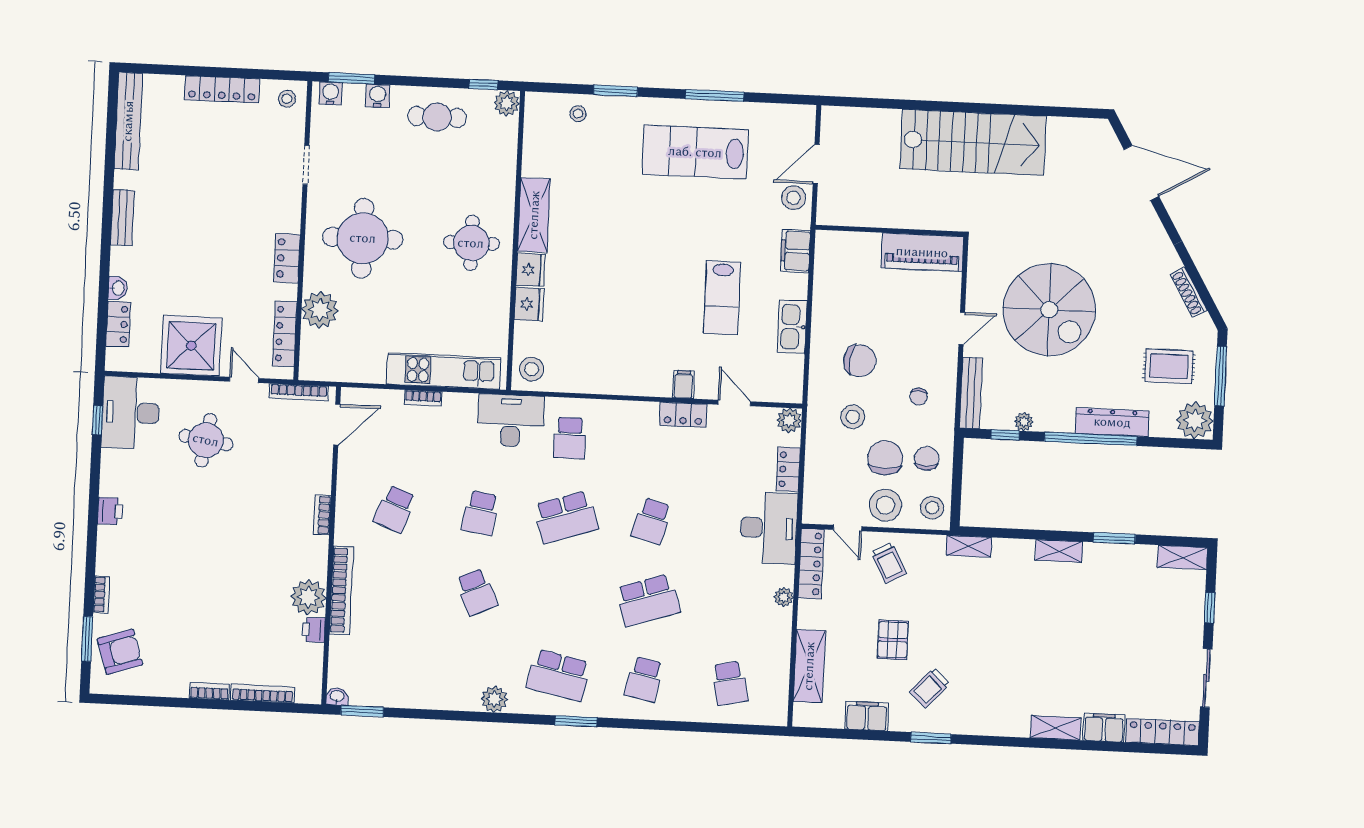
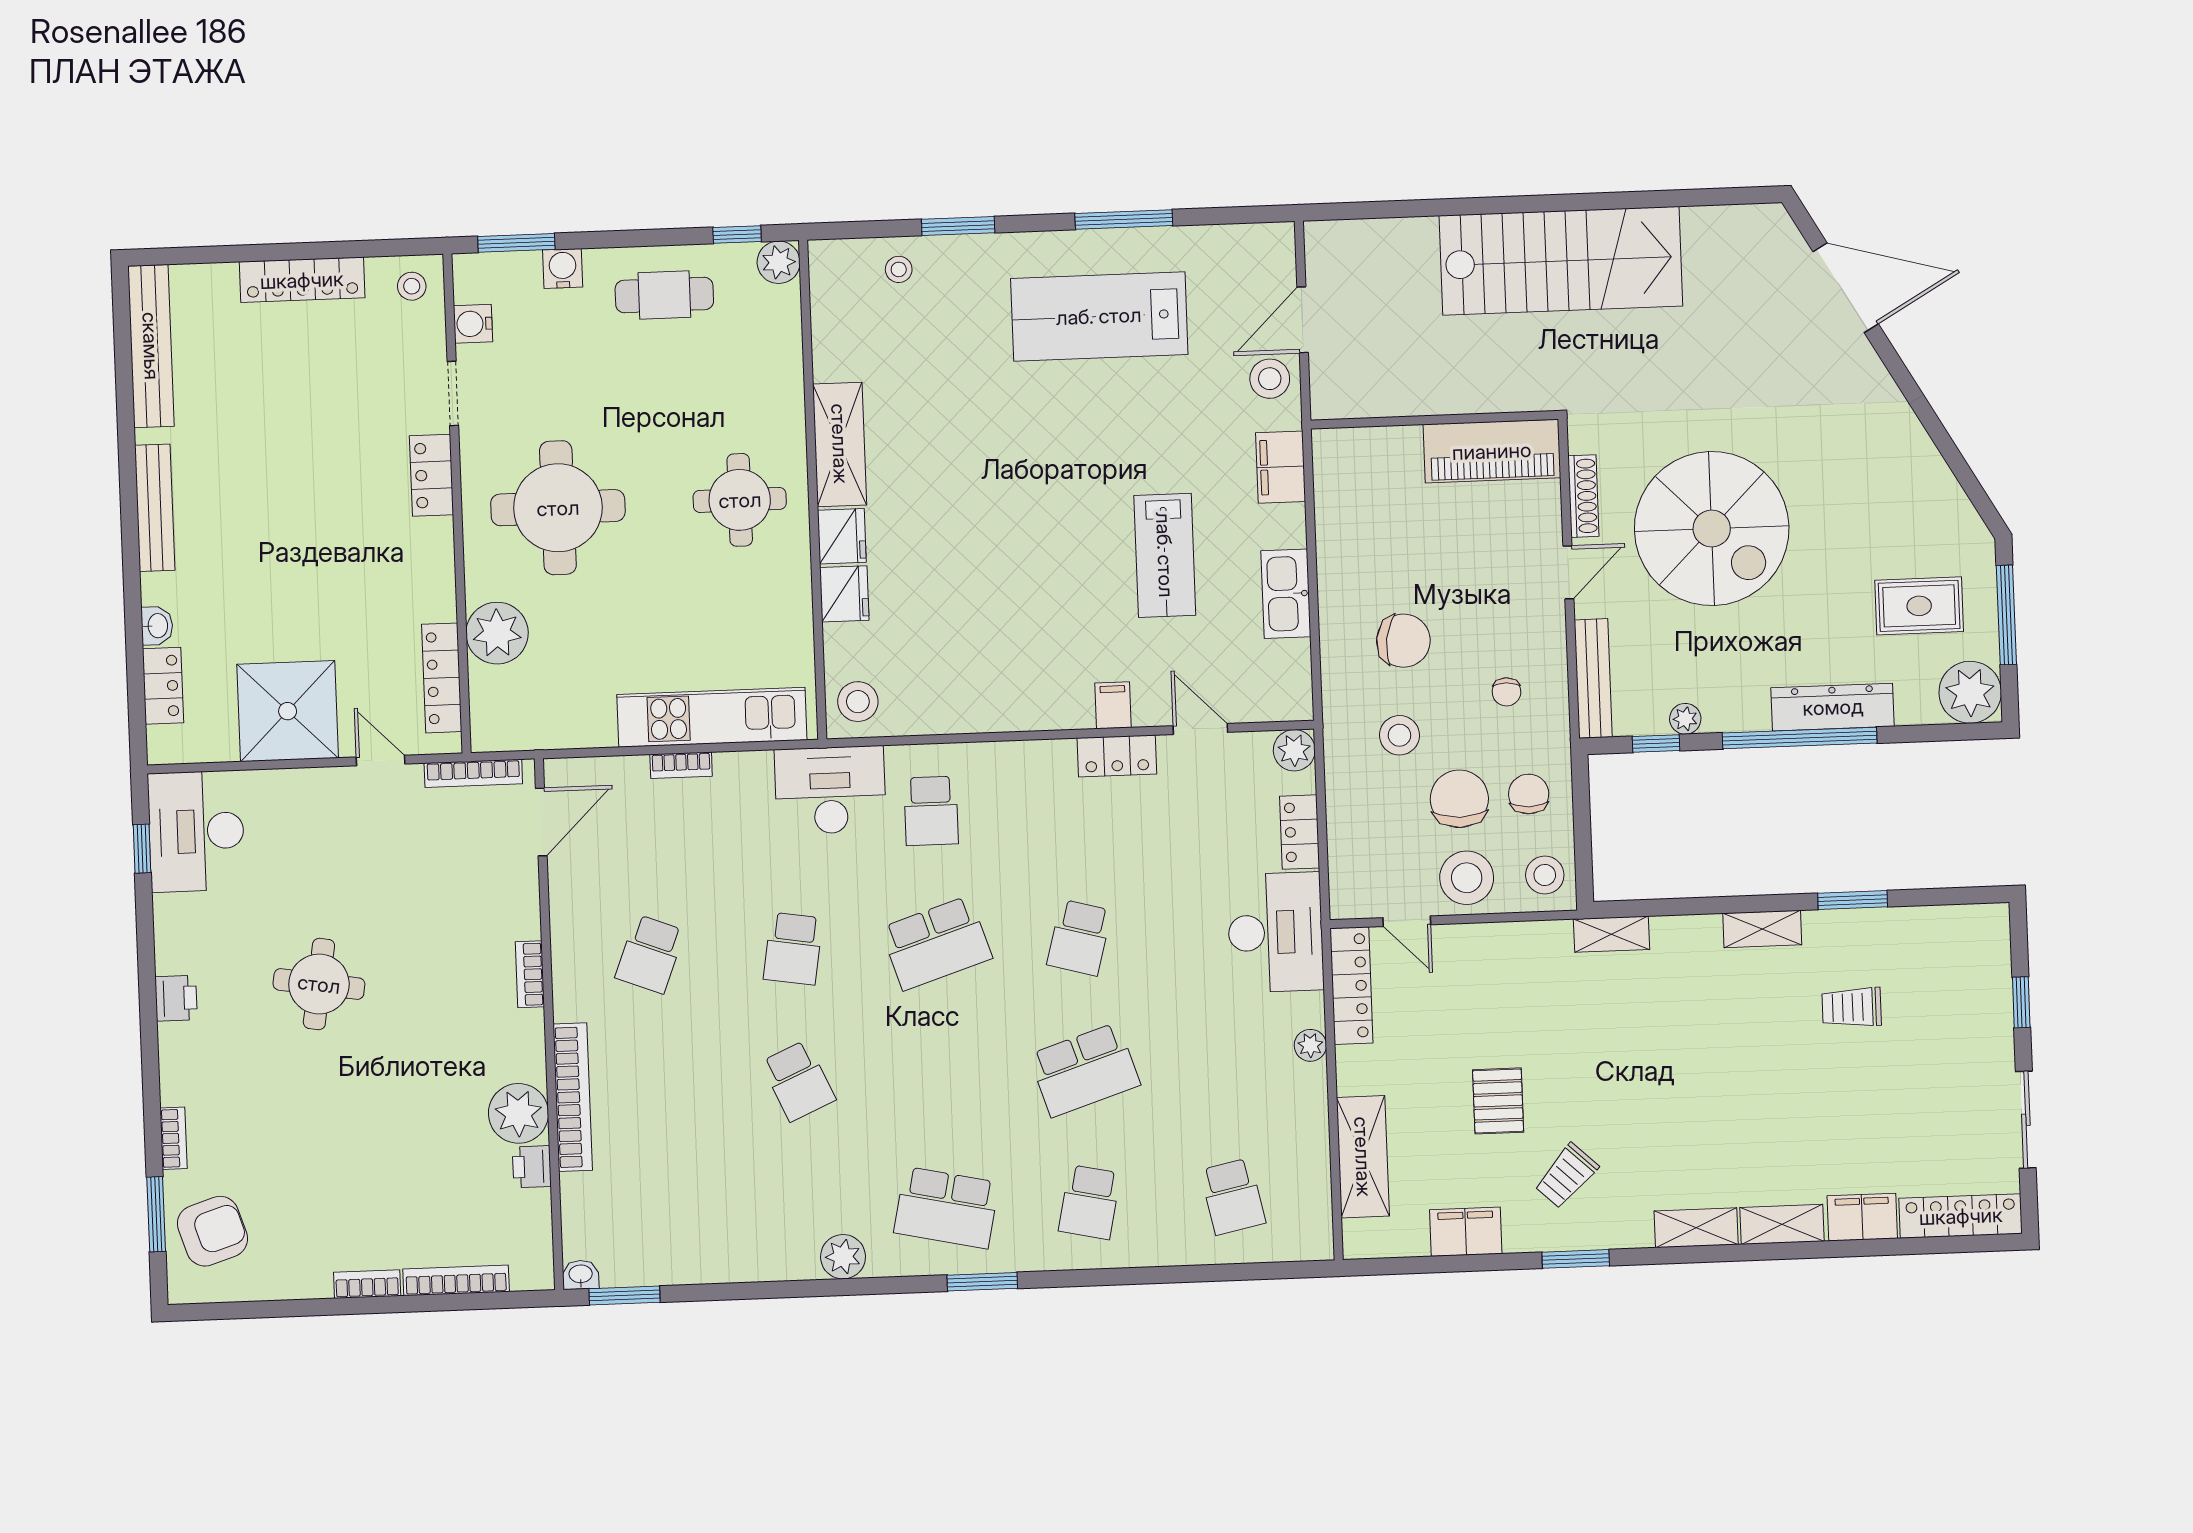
water cooler: (330, 93) -> (473, 324), moved, turned -90
bench: (122, 218) -> (155, 508), width x1.36
locker: (287, 258) -> (431, 475), moved
shoe rack: (1189, 292) -> (1583, 496), moved, turned -150
round table: (206, 440) -> (319, 984), moved
shelving: (1182, 557) -> (1696, 1228), moved
trolley: (889, 563) -> (1852, 1007), moved, turned 118

